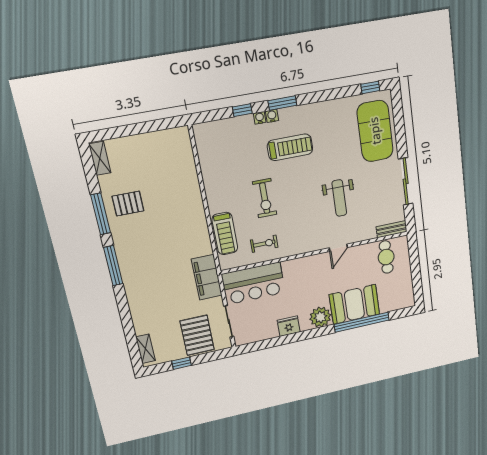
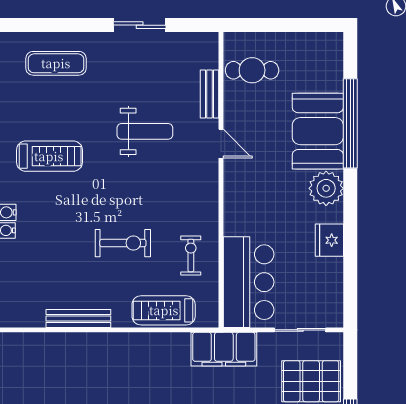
exercise mat: (375, 131) -> (56, 63), width x0.50, depth x0.69
treadmill: (290, 147) -> (49, 156), moved, turned 90
bench: (208, 178) -> (78, 319), added
sliding door: (406, 181) -> (140, 25), width x0.73
bench: (392, 229) -> (209, 94), moved
treadmill: (225, 234) -> (164, 310), turned 180

